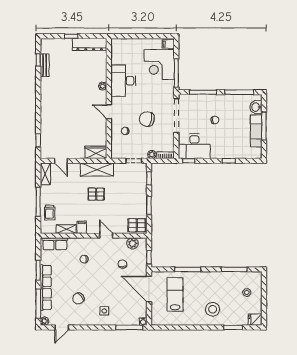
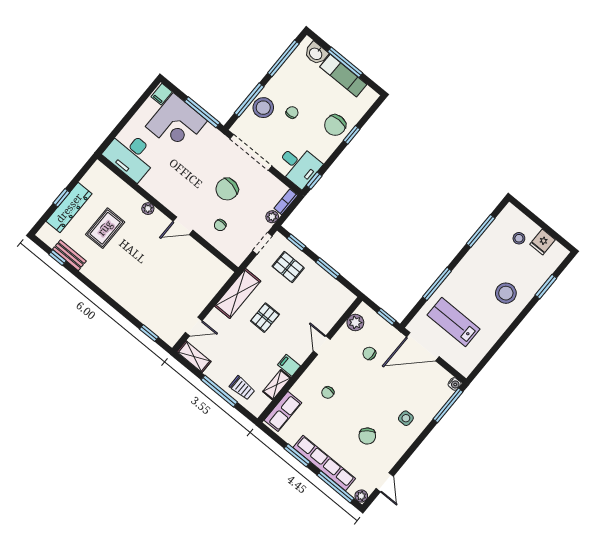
dresser: (90, 45) -> (69, 208), moved
rug: (74, 72) -> (105, 228), added
desk: (123, 81) -> (131, 155), moved
stool: (205, 103) -> (263, 108), added
desk: (194, 146) -> (299, 166), width x0.73
chair: (227, 148) -> (335, 125), added
wardrobe: (96, 152) -> (217, 279), removed
pallet: (137, 225) -> (288, 267), moved, turned 90
door: (106, 236) -> (322, 345), hinge flipped
fridge: (255, 320) -> (543, 242), moved

